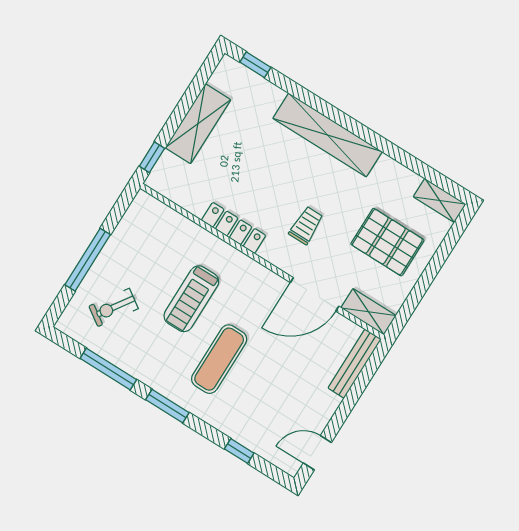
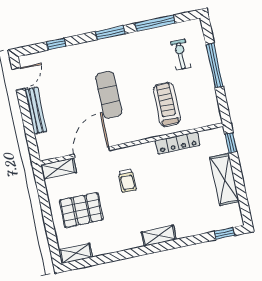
shelving: (328, 135) -> (159, 236), width x0.45, depth x0.75
locker: (234, 228) -> (178, 143), moved
treadmill: (191, 299) -> (167, 105), moved
exercise bike: (114, 307) -> (181, 55), turned -34
exercise mat: (219, 359) -> (109, 95), moved
bench: (355, 364) -> (36, 110), moved

